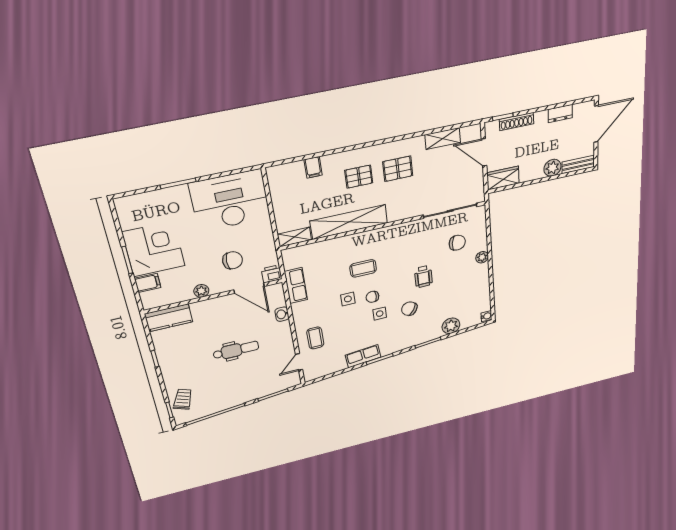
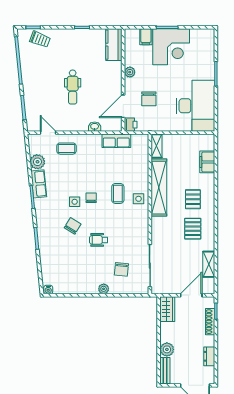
filing cabinet: (313, 167) -> (207, 162), width x2.00
side table: (348, 299) -> (139, 199), moved
plant: (451, 326) -> (37, 162), moved

